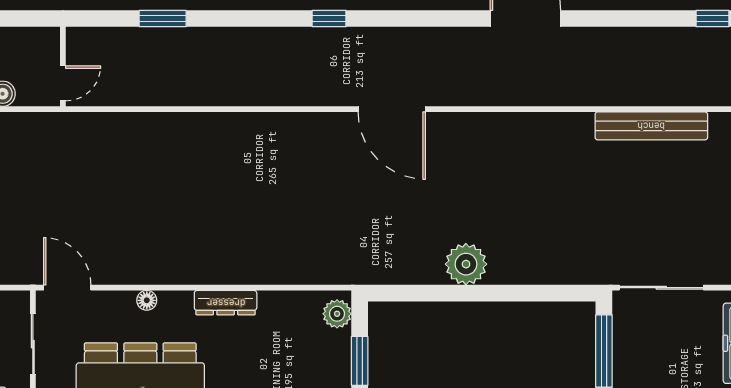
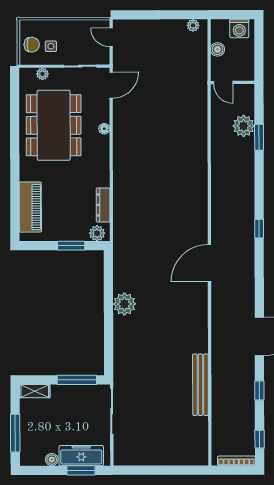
window: (624, 18) -> (259, 391), added
plant: (142, 47) -> (244, 126), added
bench: (651, 126) -> (200, 385), moved
dresser: (226, 303) -> (103, 205), moved

